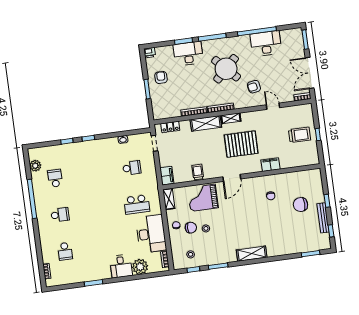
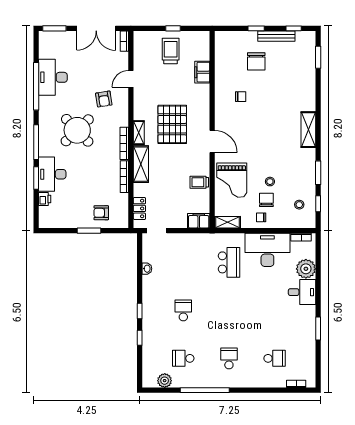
printer: (150, 53) -> (45, 199), moved
armchair: (161, 77) -> (101, 213), moved
filing cabinet: (270, 165) -> (202, 72), moved
school desk: (132, 168) -> (183, 310), moved

